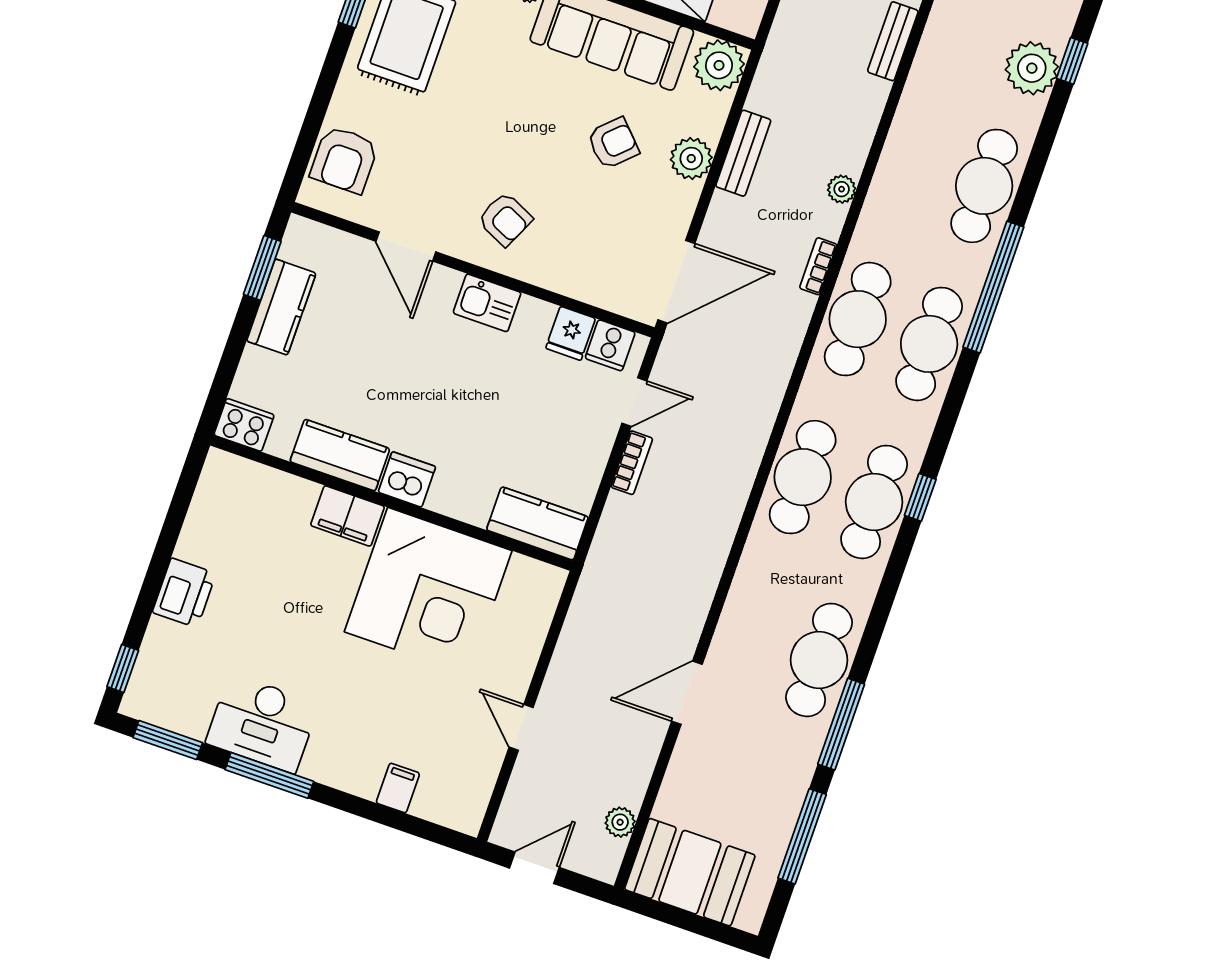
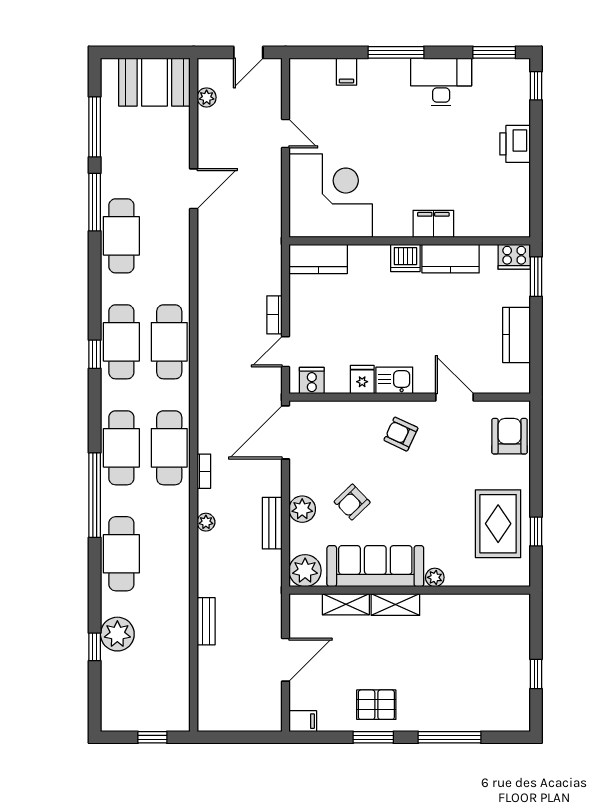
window: (262, 268) -> (536, 277), moved
fridge: (571, 333) -> (362, 379), moved
corner desk: (428, 591) -> (331, 196), moved, turned 90
window: (269, 775) -> (396, 52), moved

